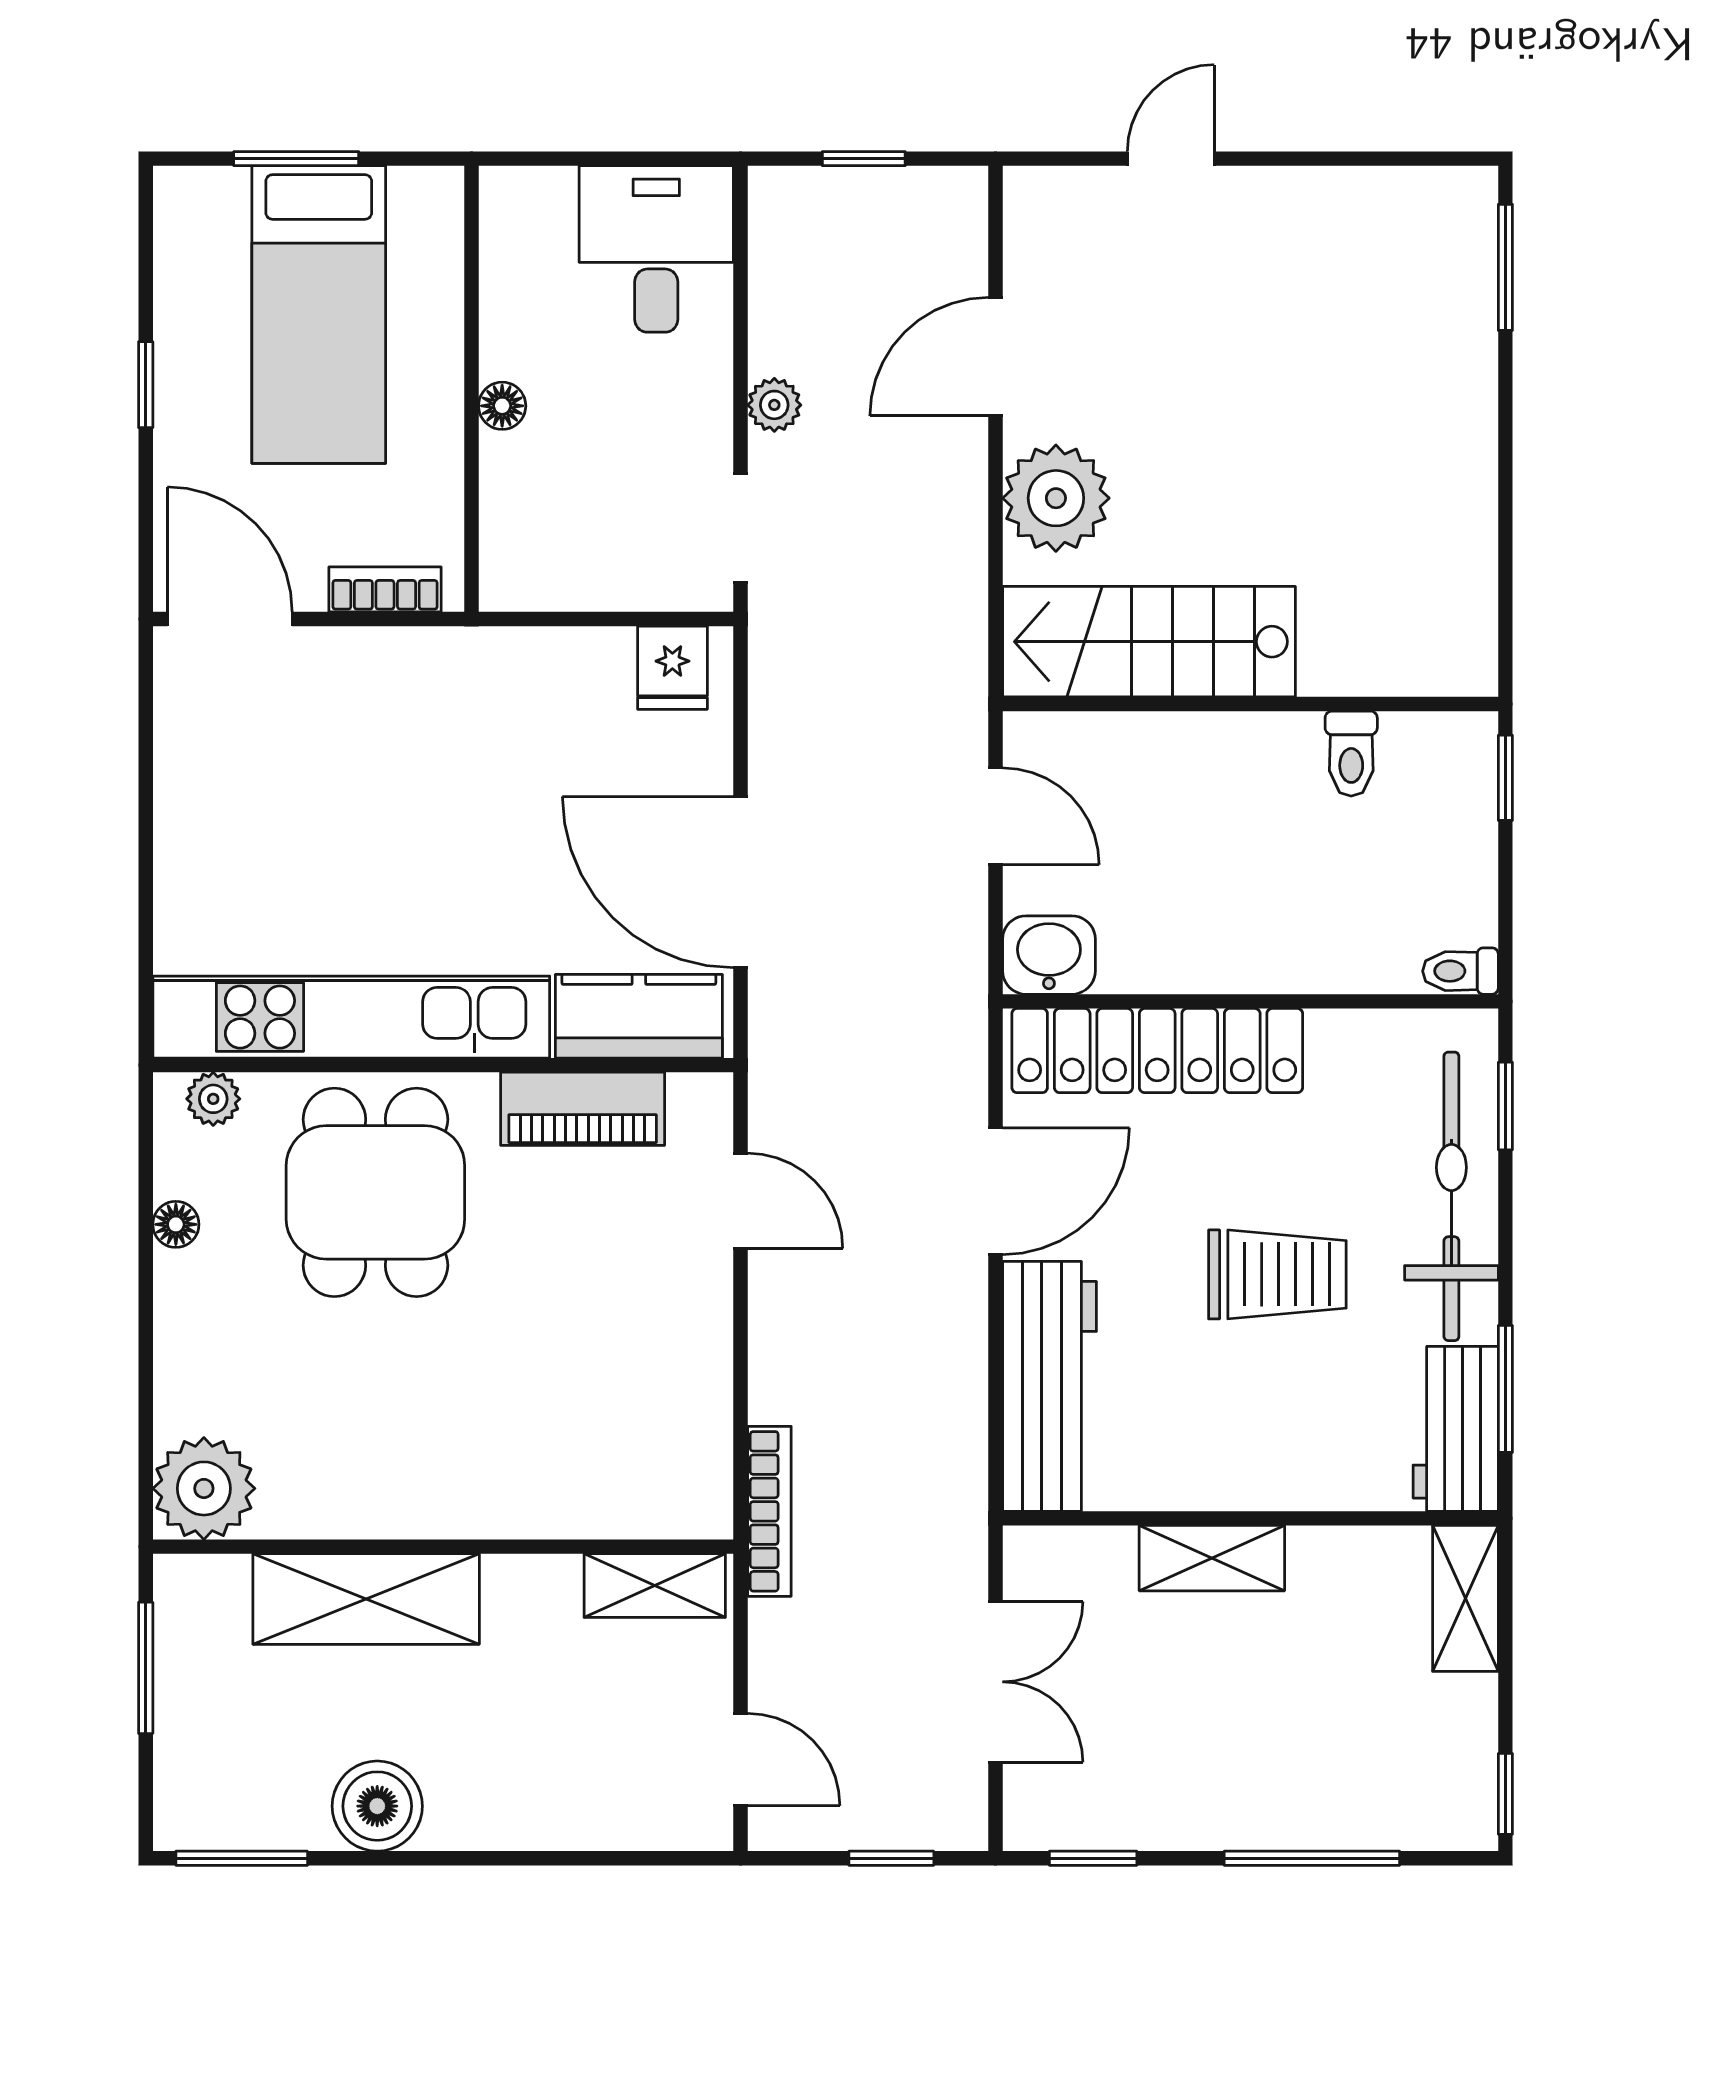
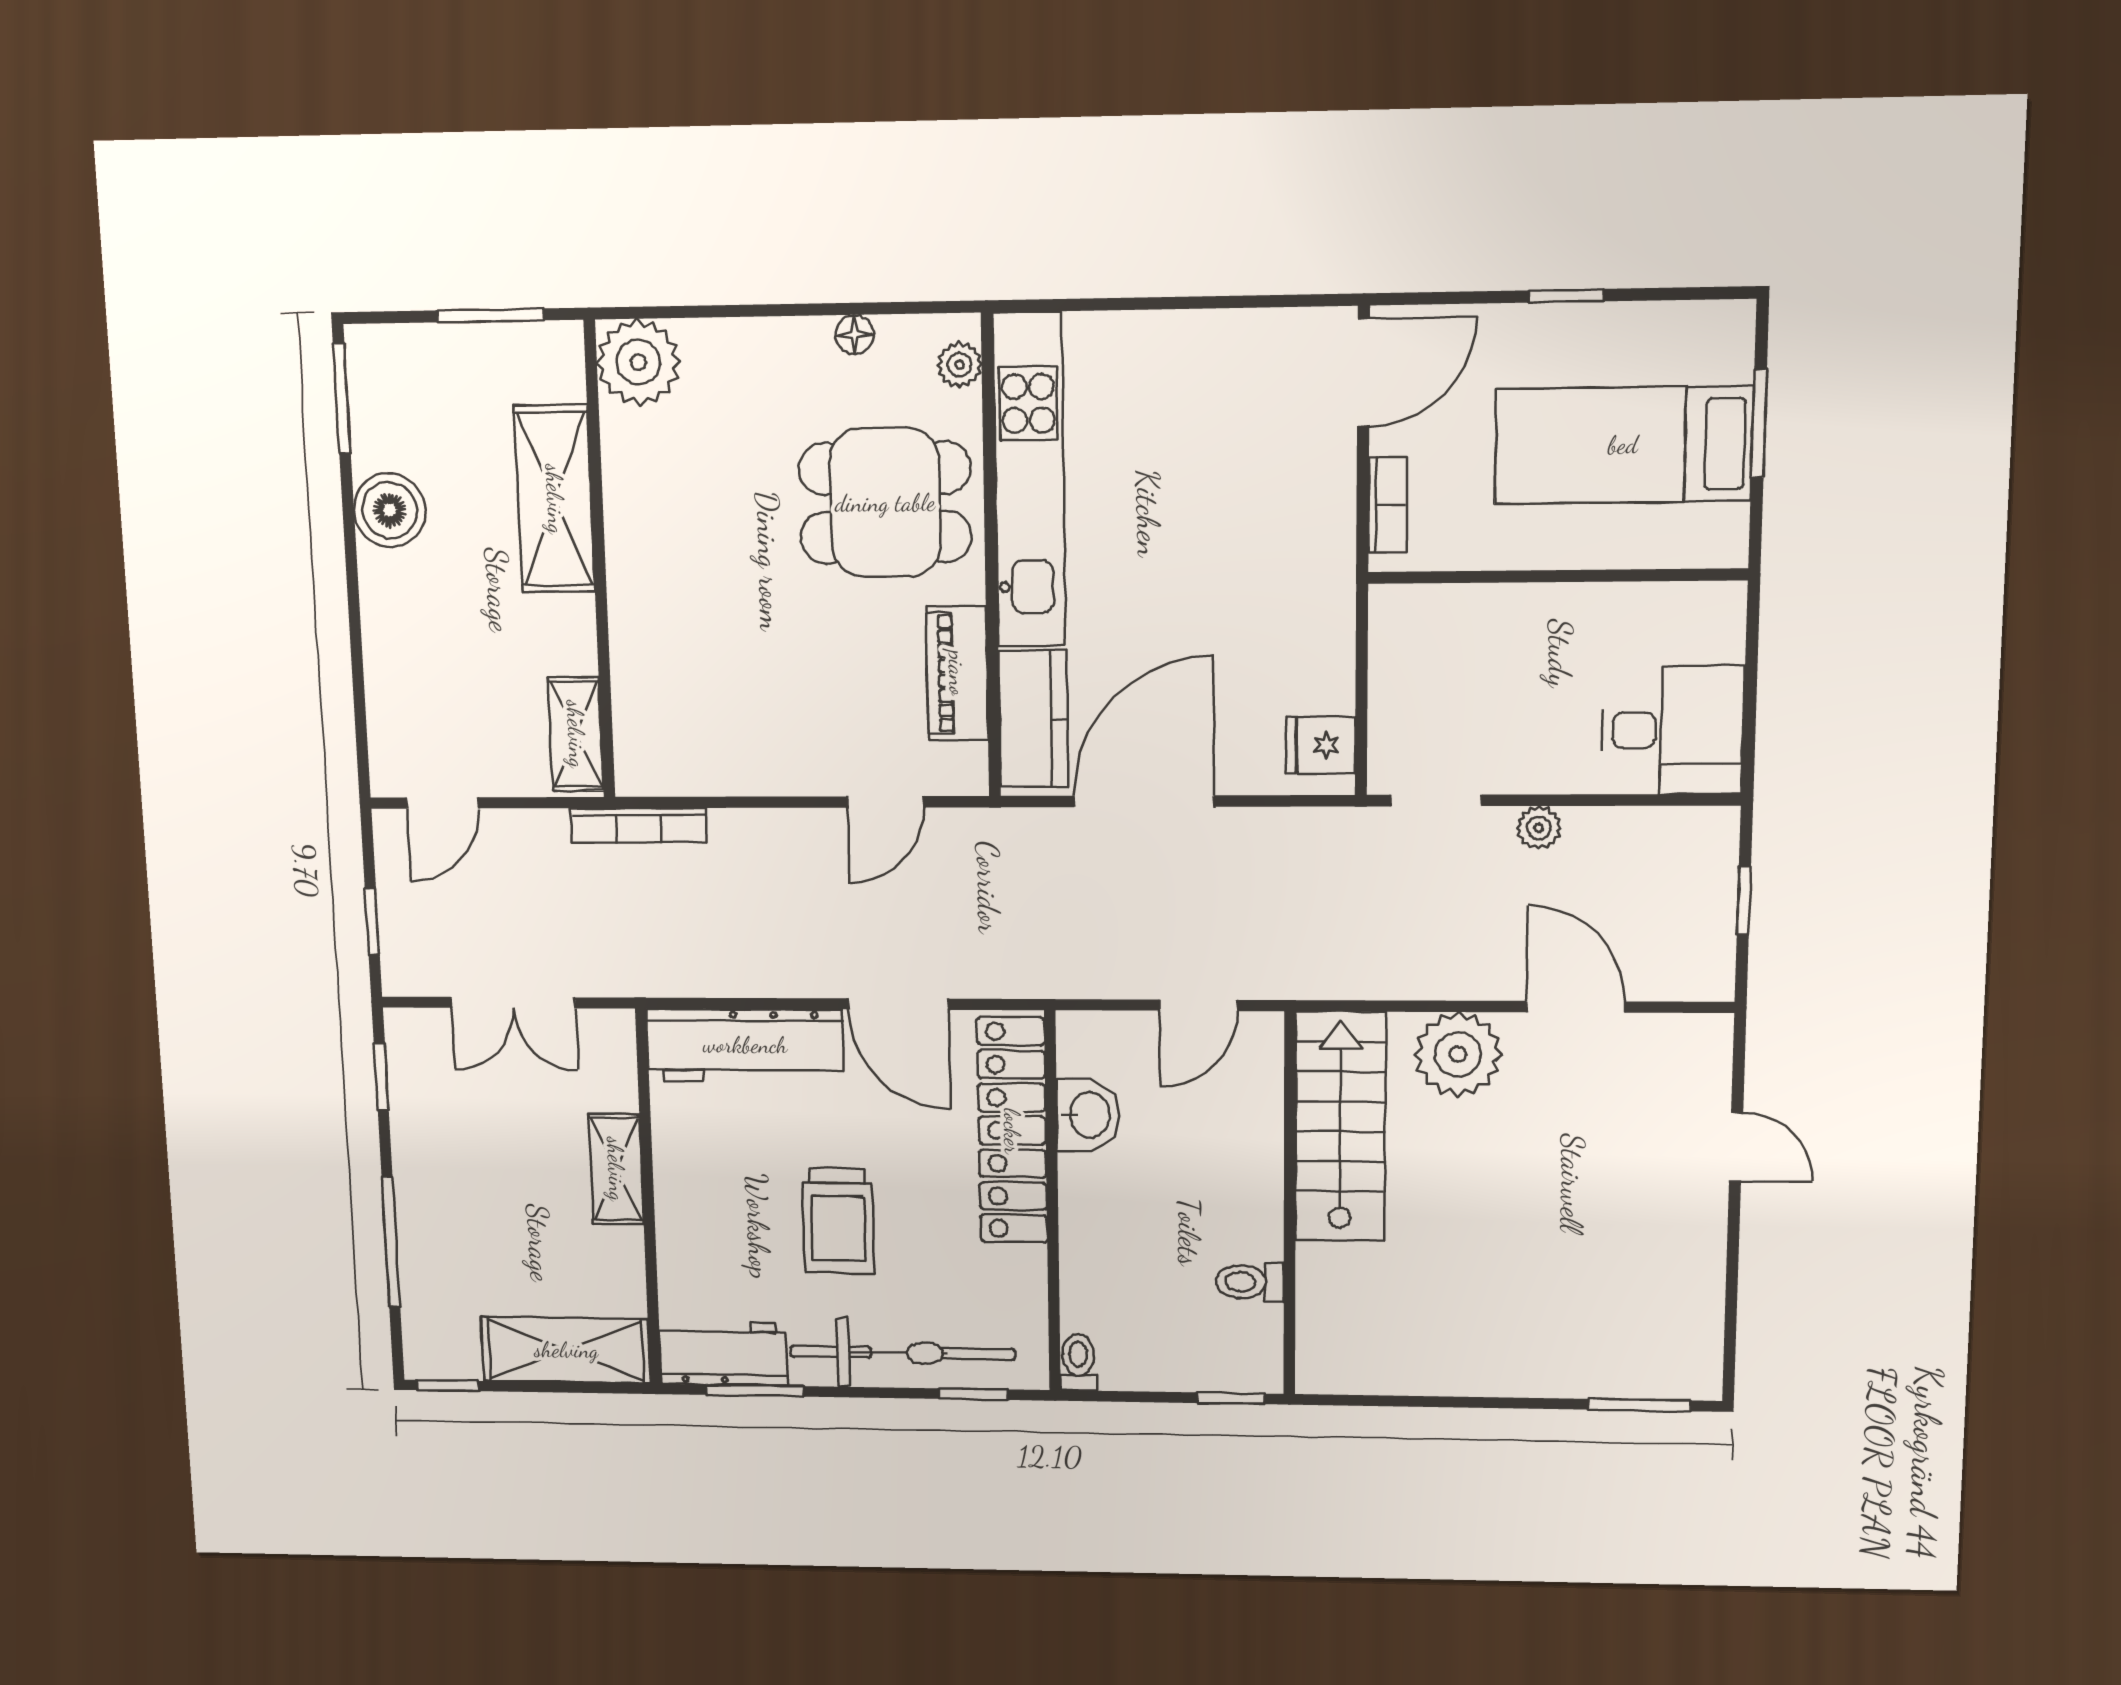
floor lamp: (502, 406) -> (1542, 602), removed
washbasin: (1049, 955) -> (1088, 1115), moved
shelving: (1465, 1598) -> (566, 1350), width x1.50, depth x1.33

